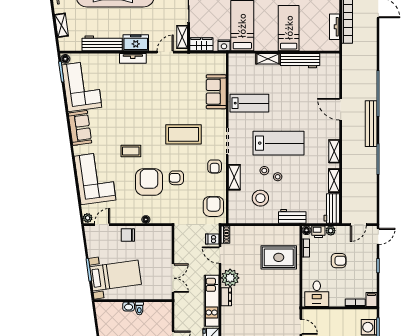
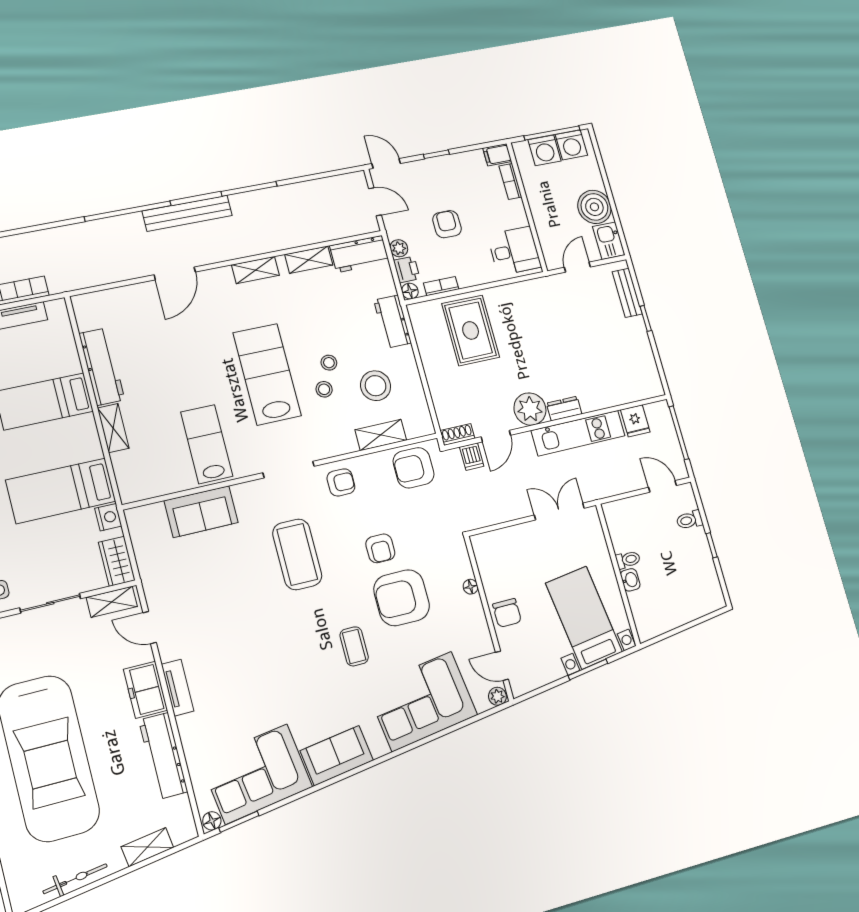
shelving: (234, 177) -> (381, 435), moved

